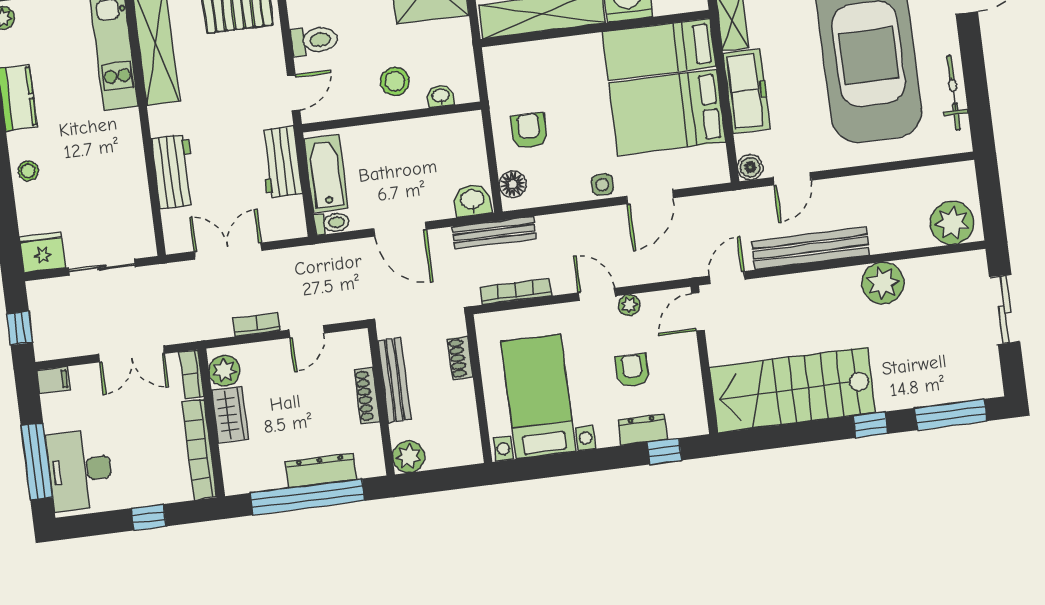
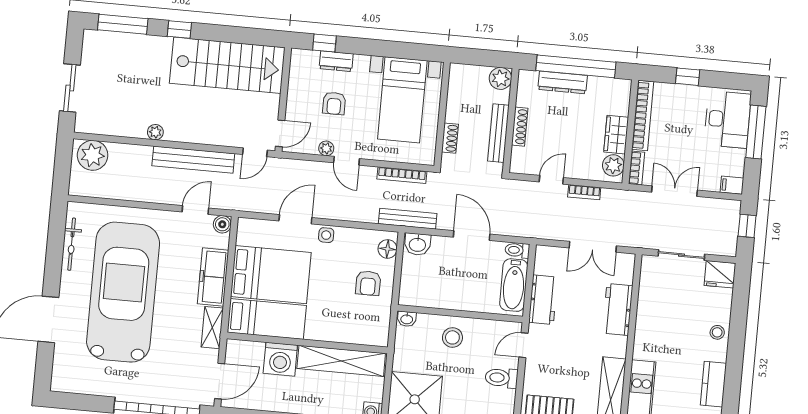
washbasin: (441, 96) -> (407, 319), moved
plant: (883, 283) -> (155, 132), width x0.53, depth x0.53

